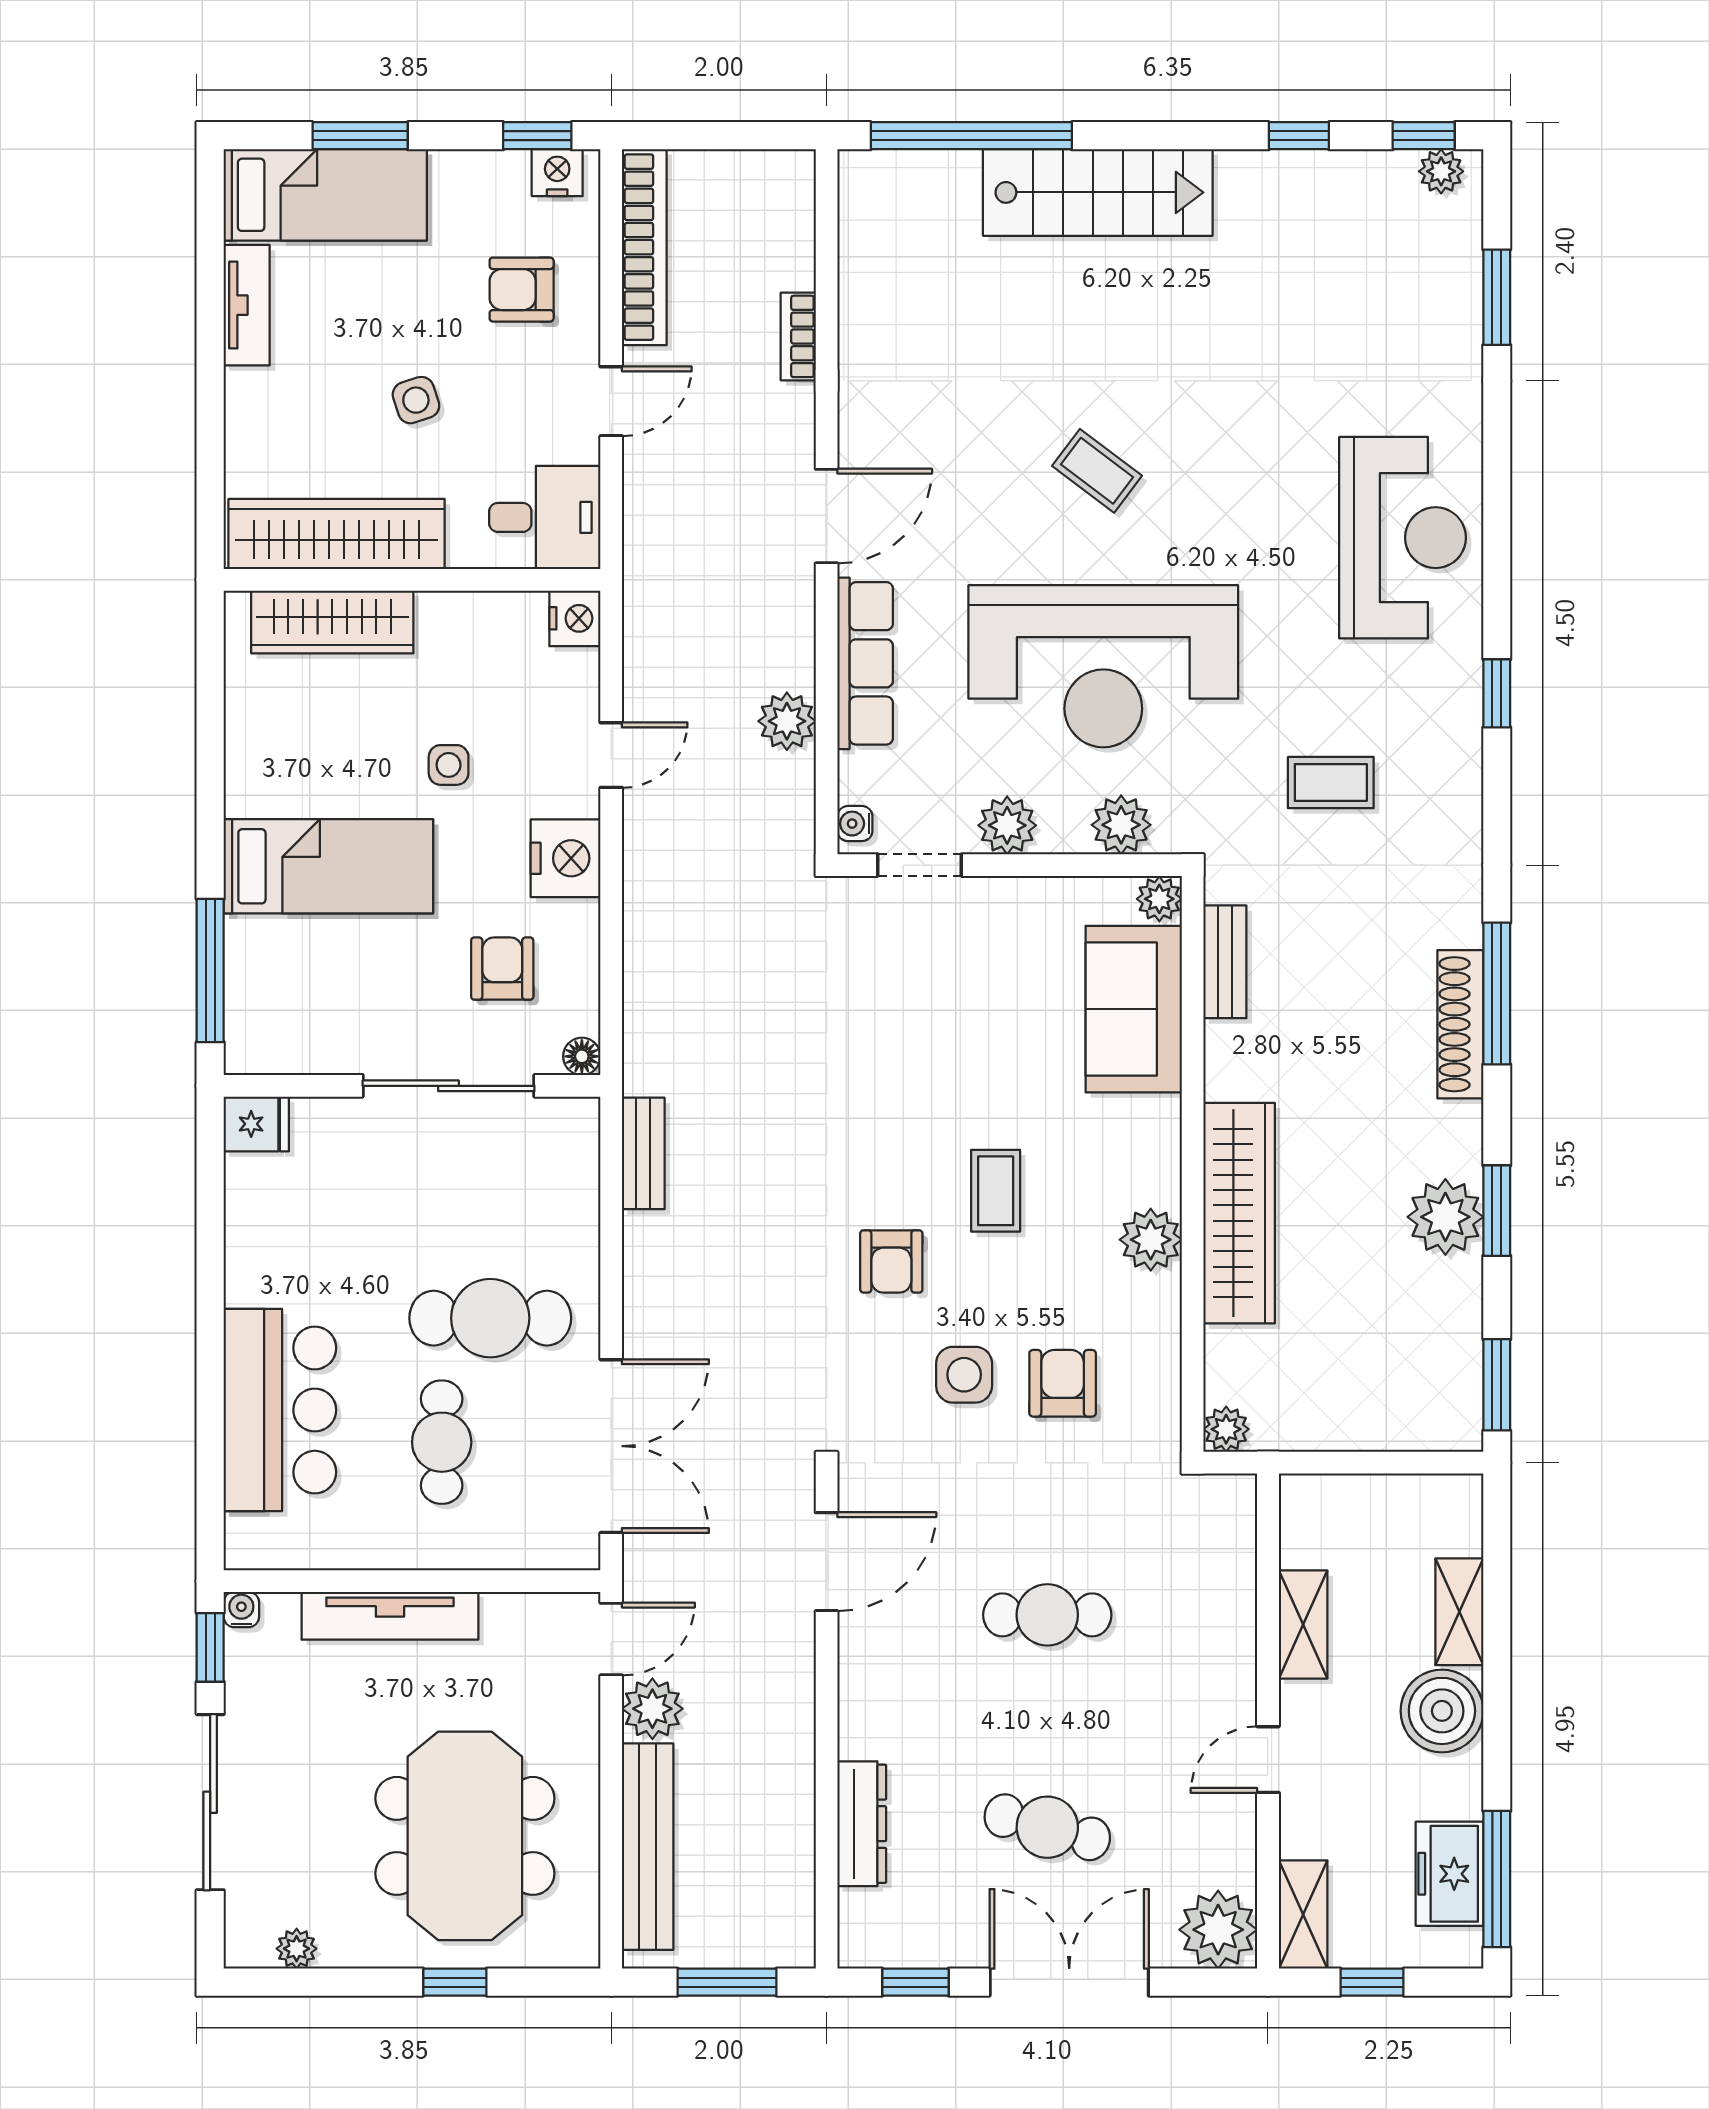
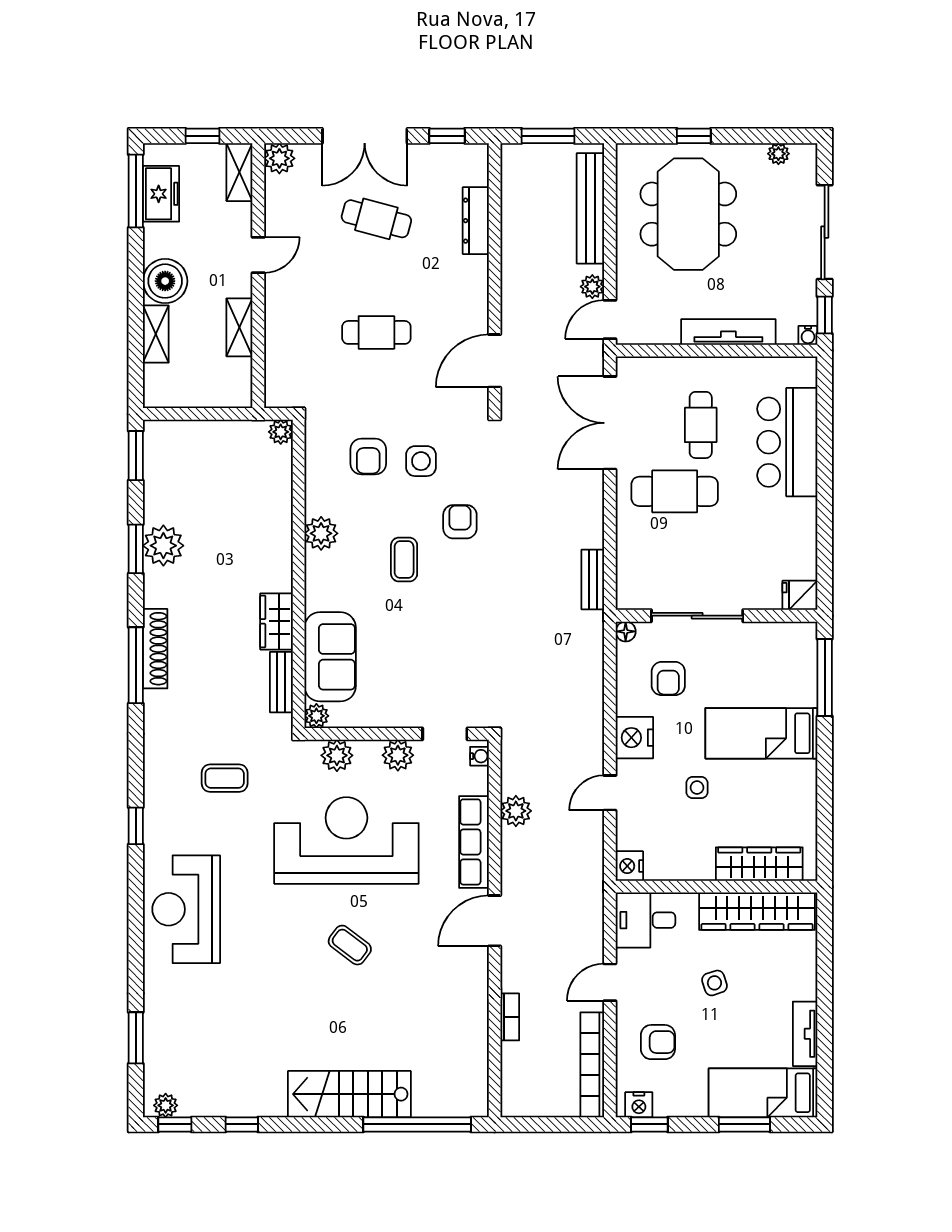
wardrobe: (1239, 1213) -> (277, 621), moved, width x0.48, depth x0.85
plant: (652, 1709) -> (592, 287), width x0.73, depth x0.73
plant: (1218, 1930) -> (279, 158), width x0.73, depth x0.73

